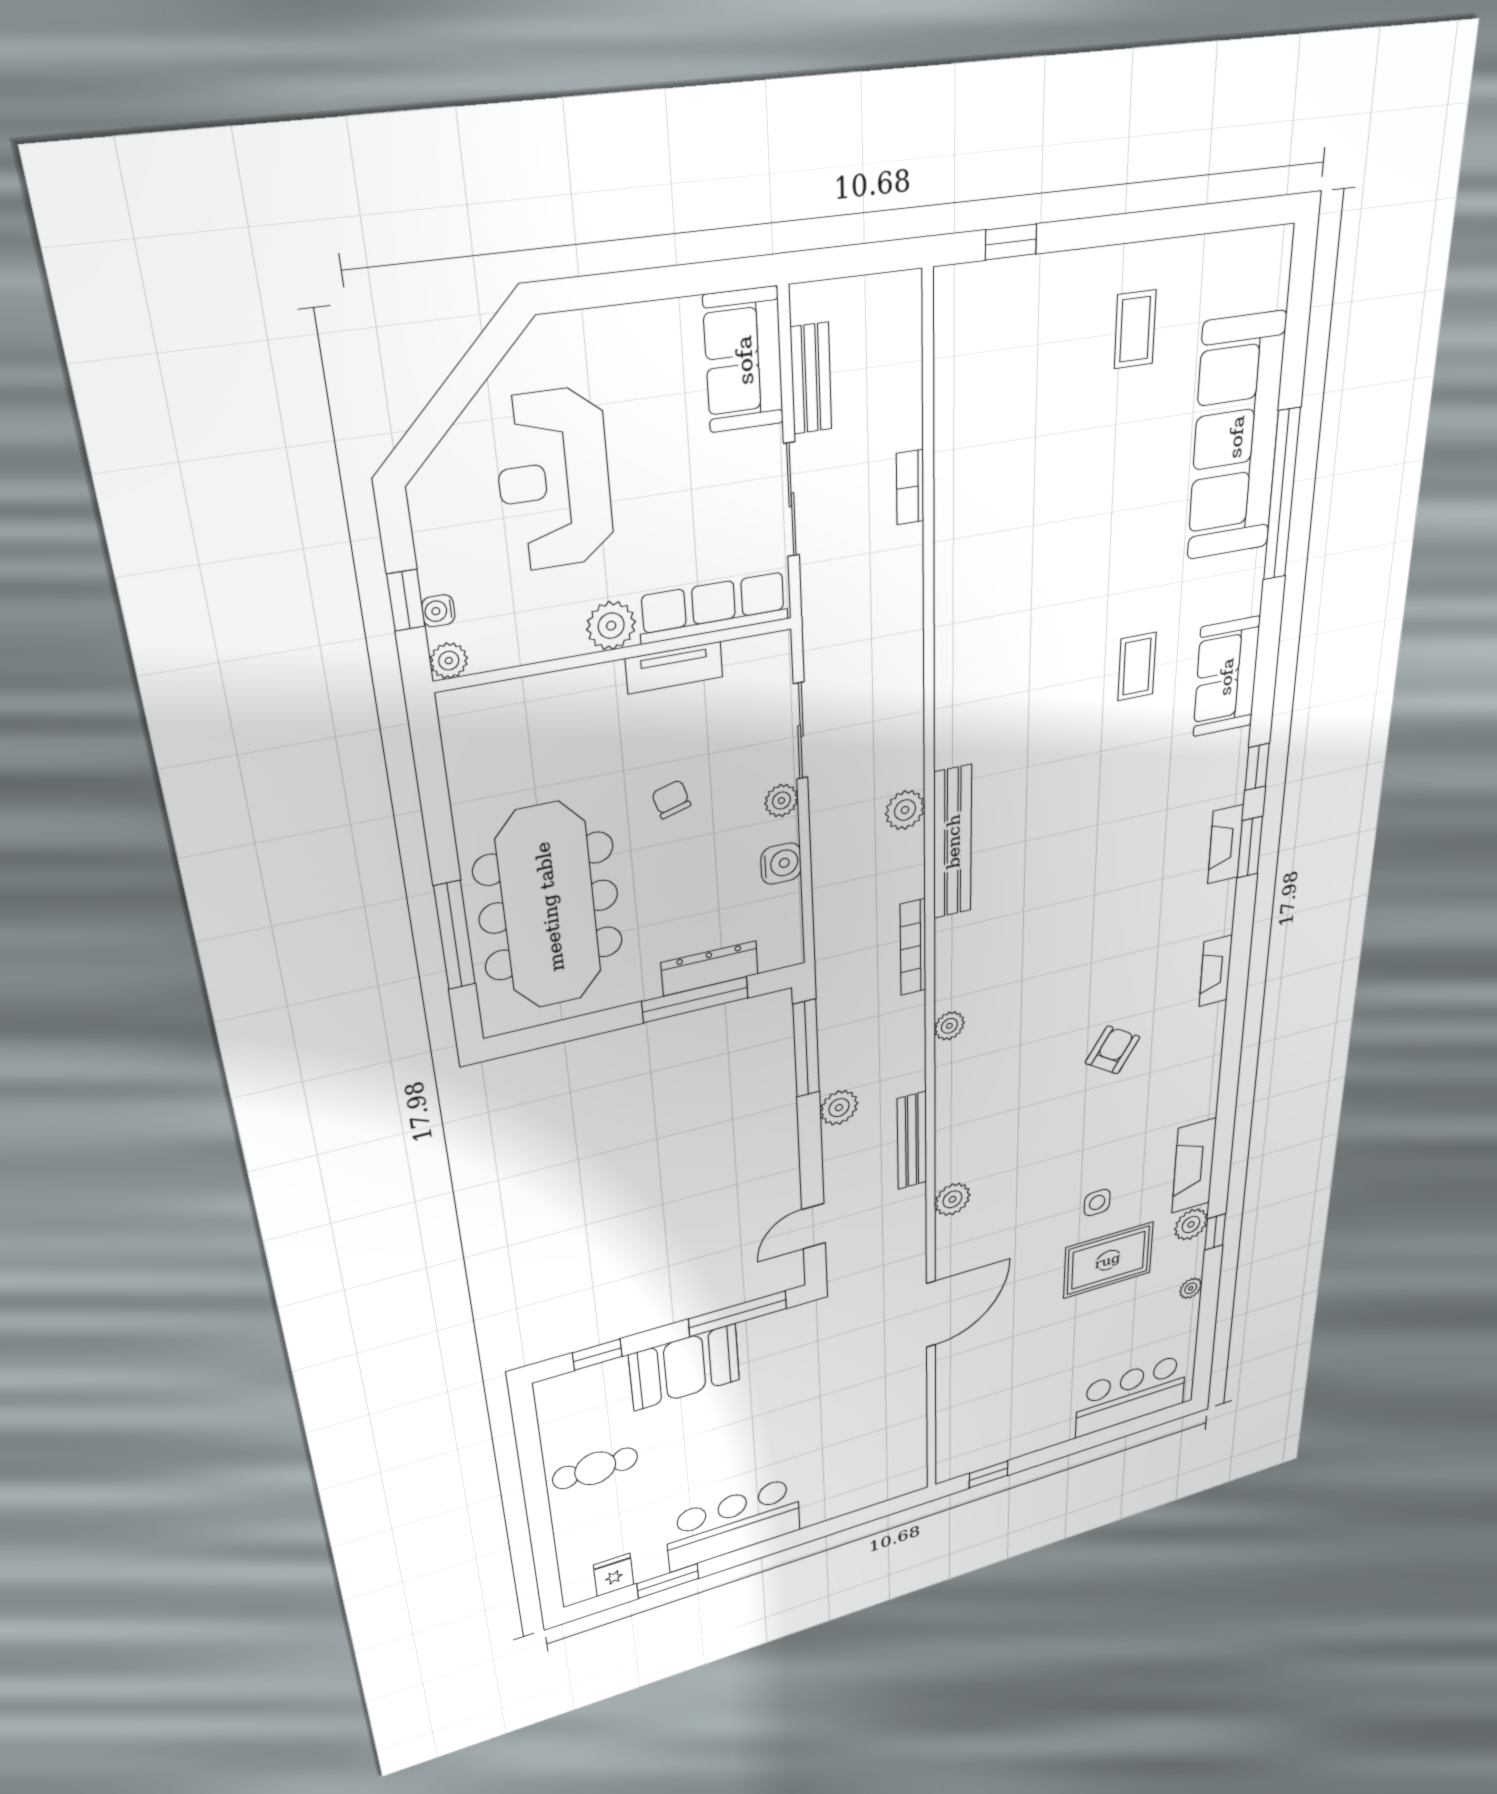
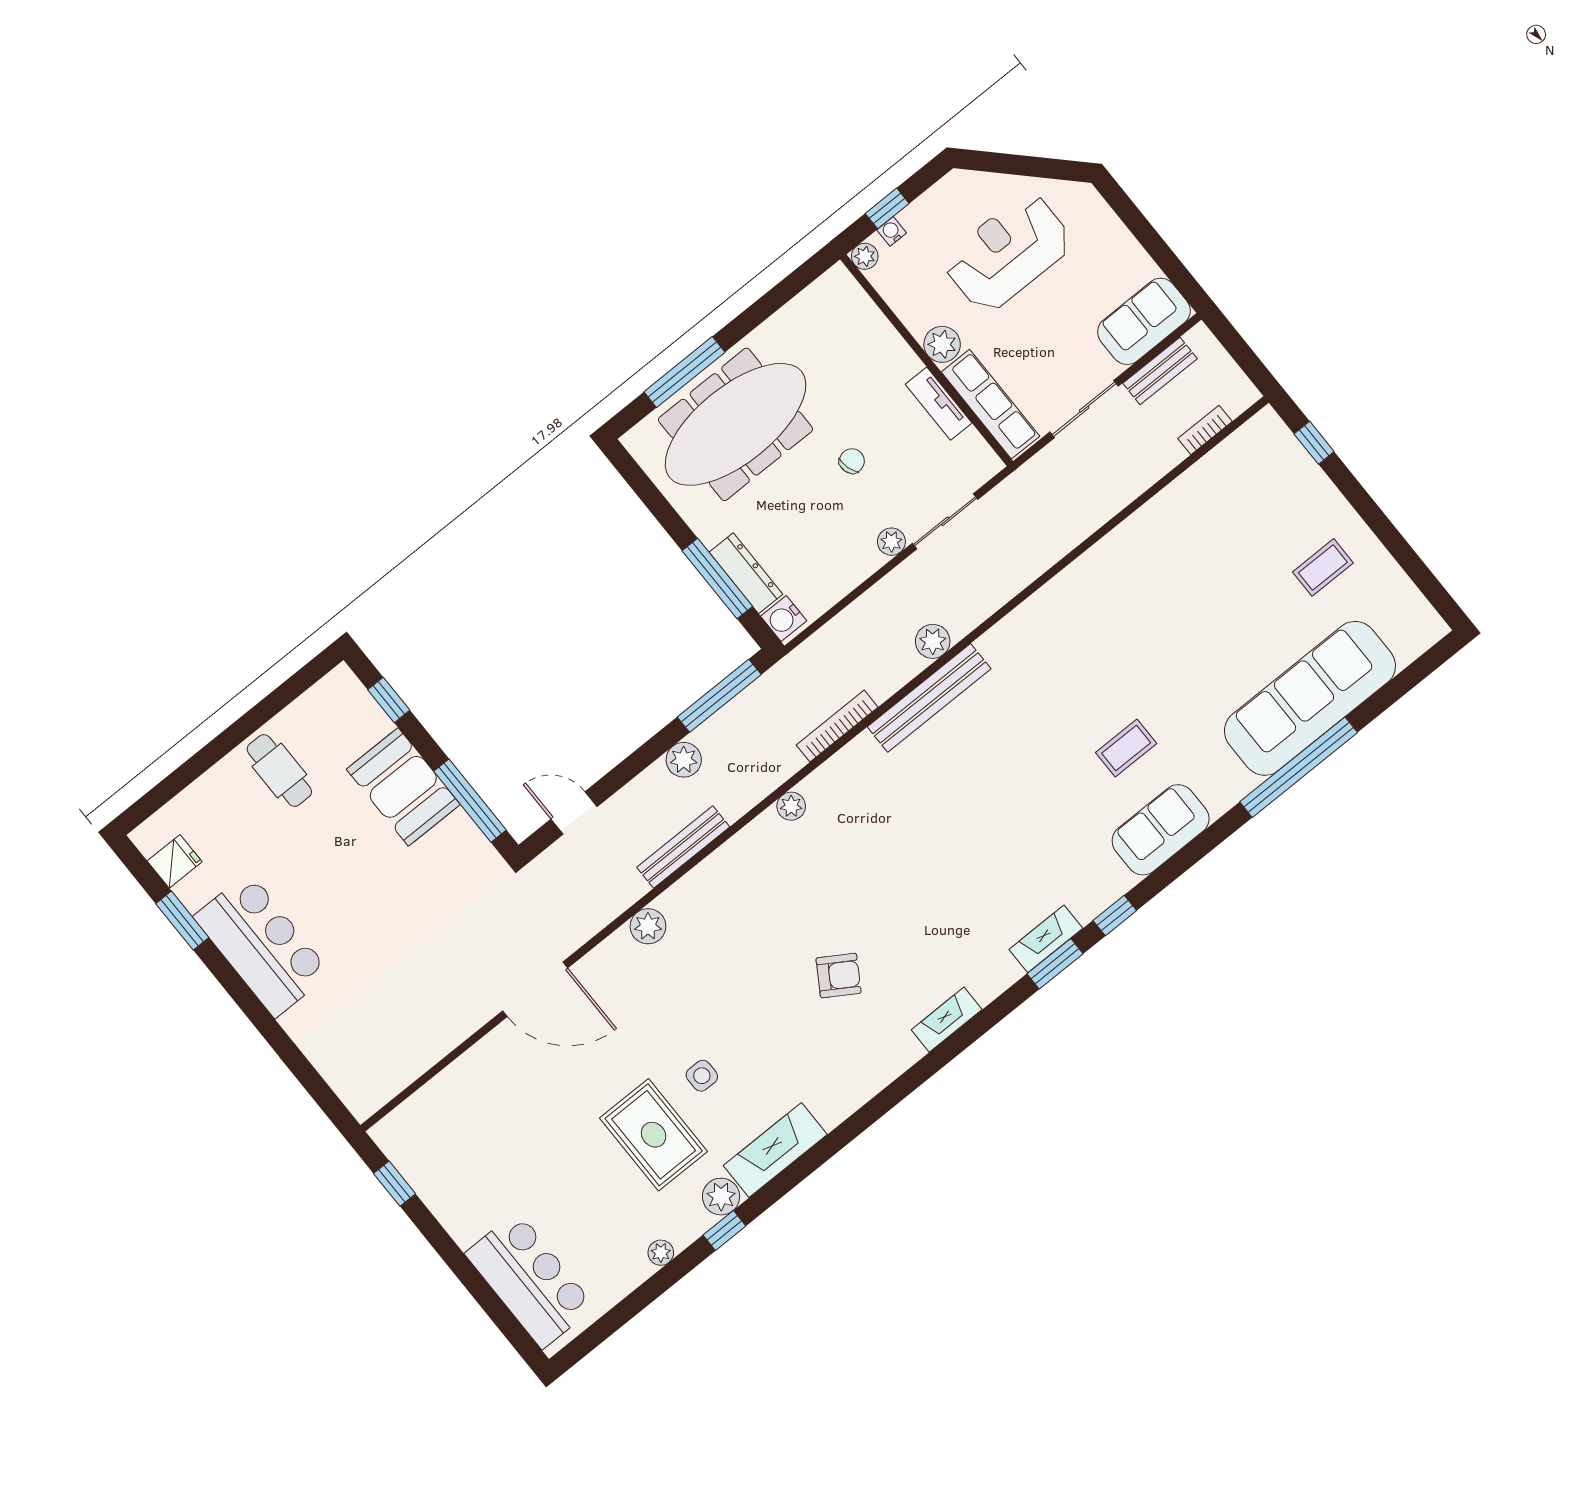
bookcase: (910, 487) -> (1205, 430), moved
water cooler: (781, 864) -> (784, 618), moved, turned 90

